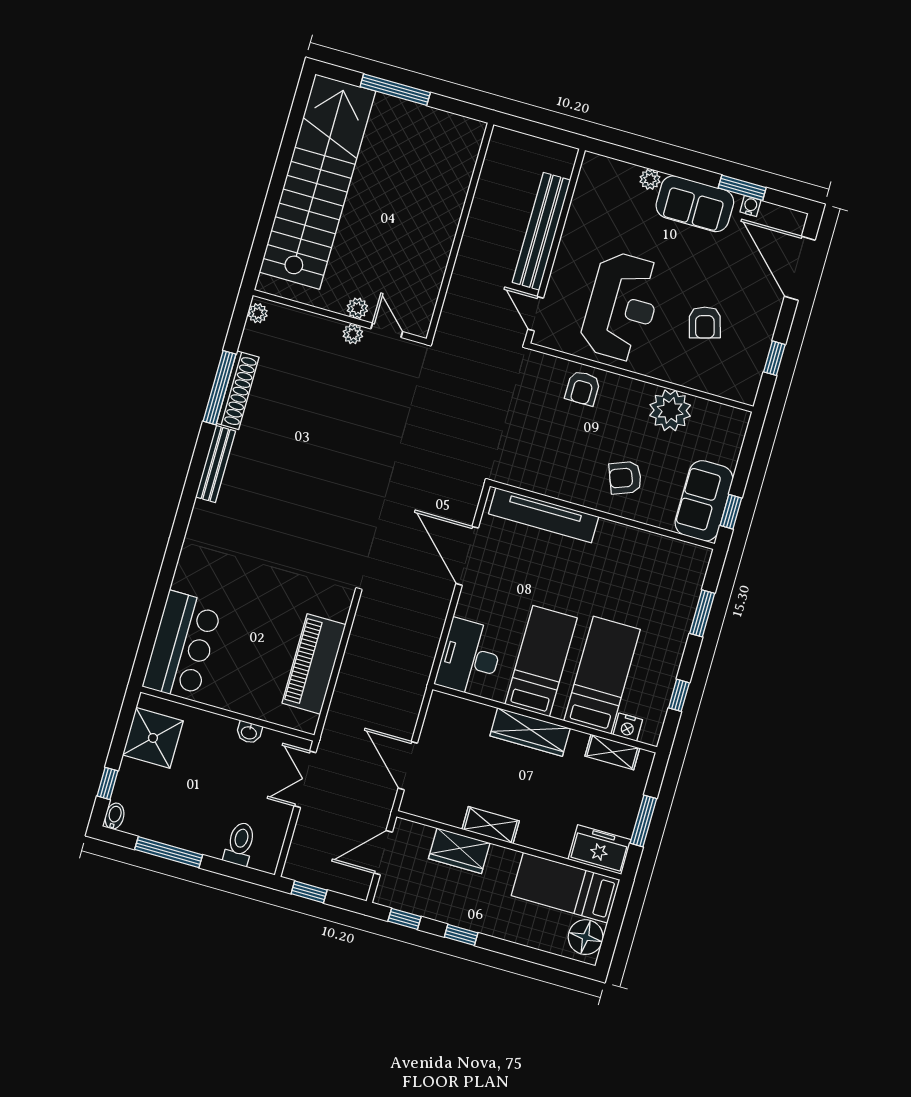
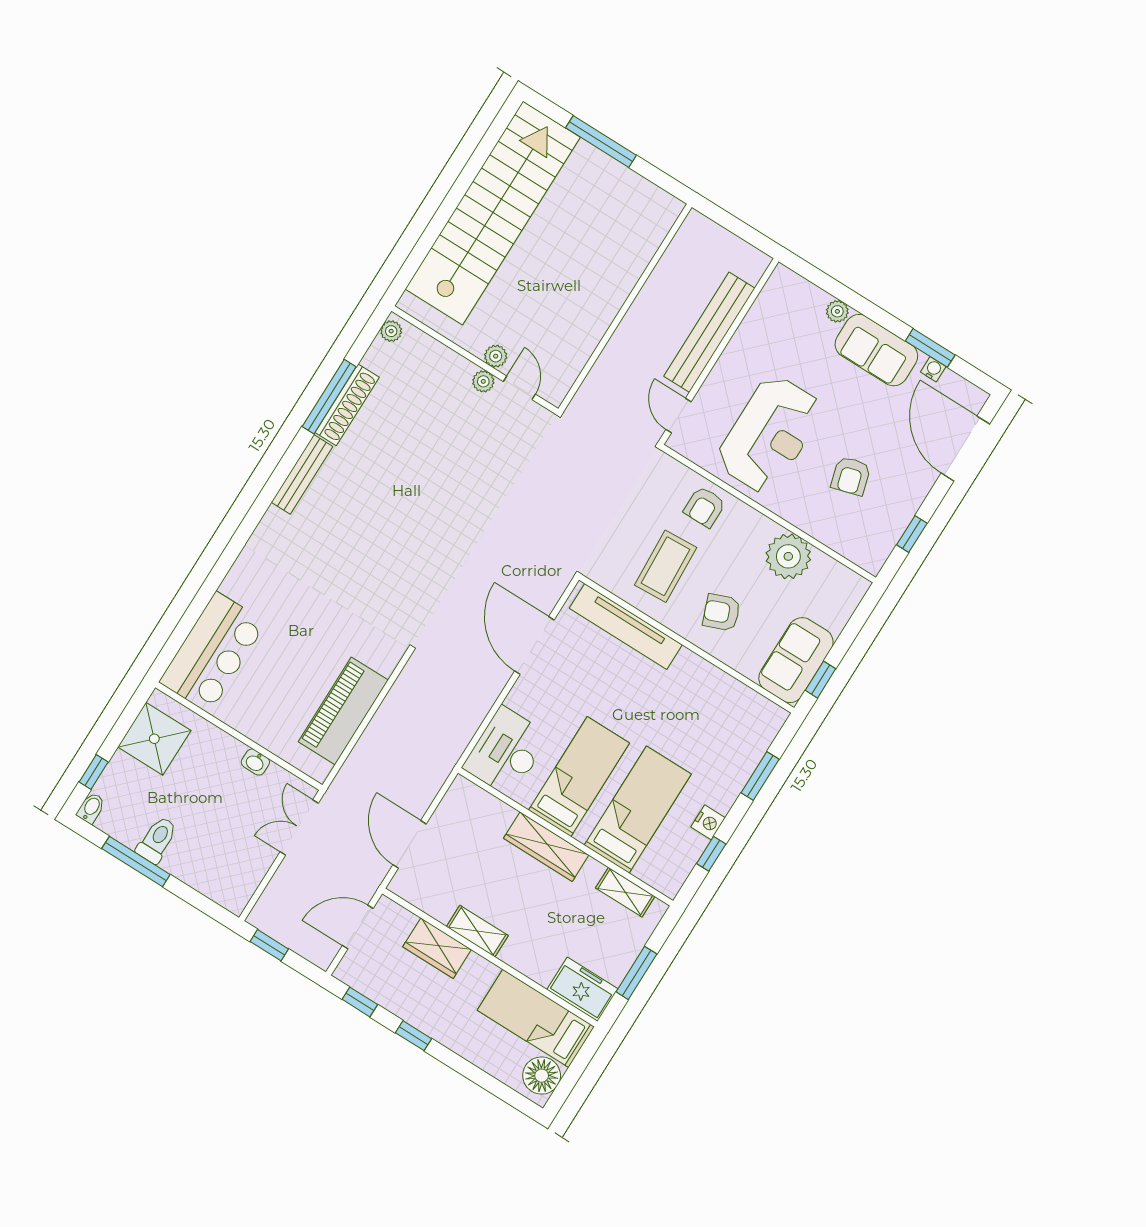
coffee table: (563, 451) -> (666, 566), added
nightstand: (628, 727) -> (708, 822), moved, turned -90
toilet: (240, 844) -> (157, 840), moved

